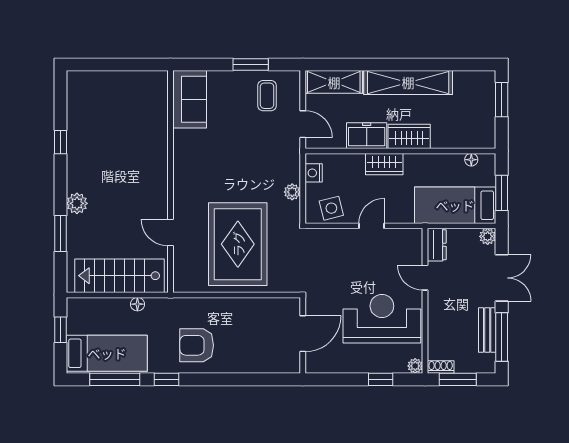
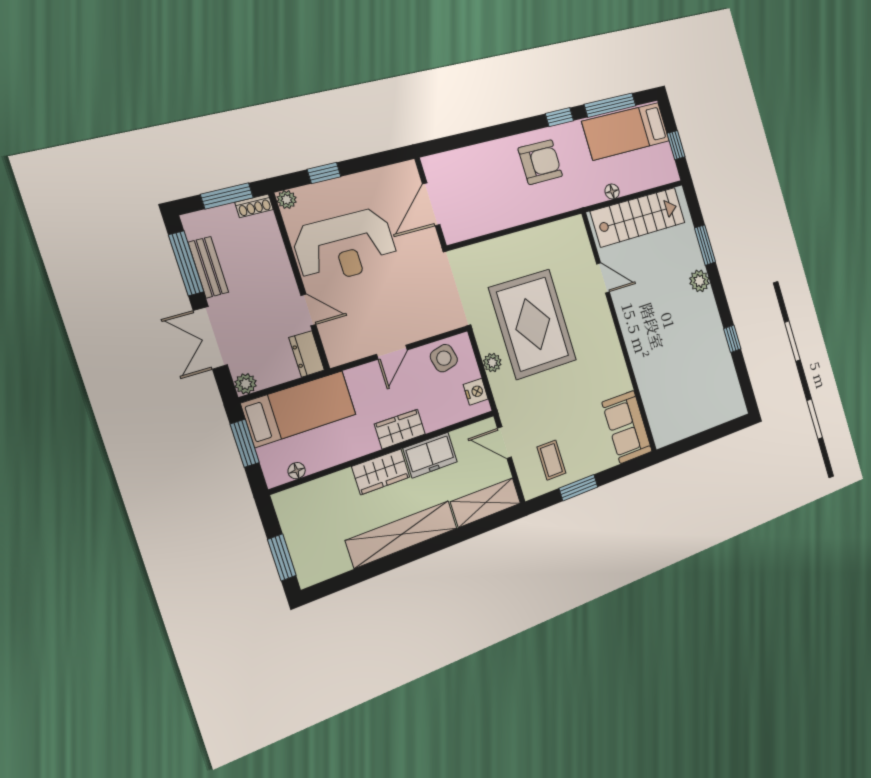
rug: (238, 244) -> (533, 324), moved

